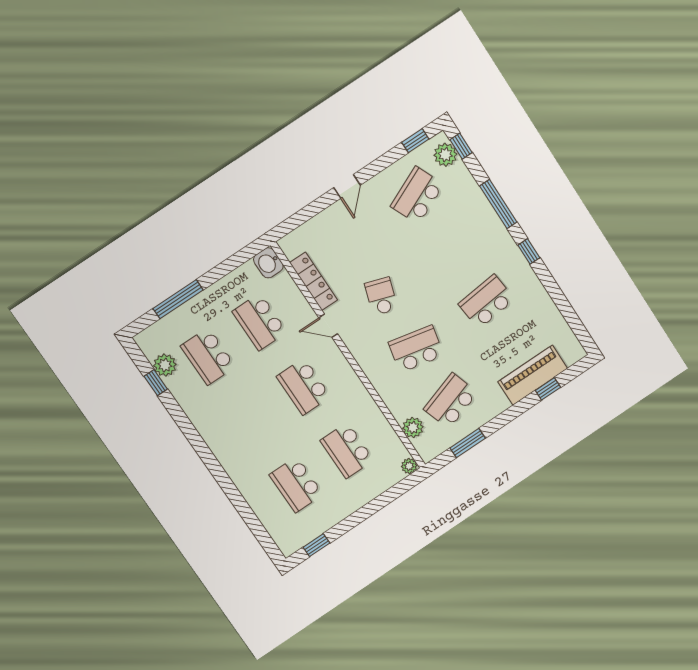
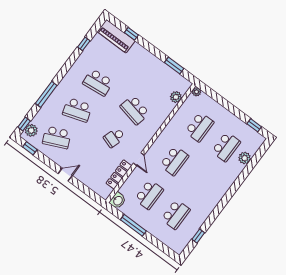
window: (529, 251) -> (84, 44), moved
window: (178, 299) -> (133, 225), moved
plant: (165, 365) -> (245, 158), moved
piano: (533, 375) -> (116, 36), moved
school desk: (451, 401) -> (77, 110), moved

